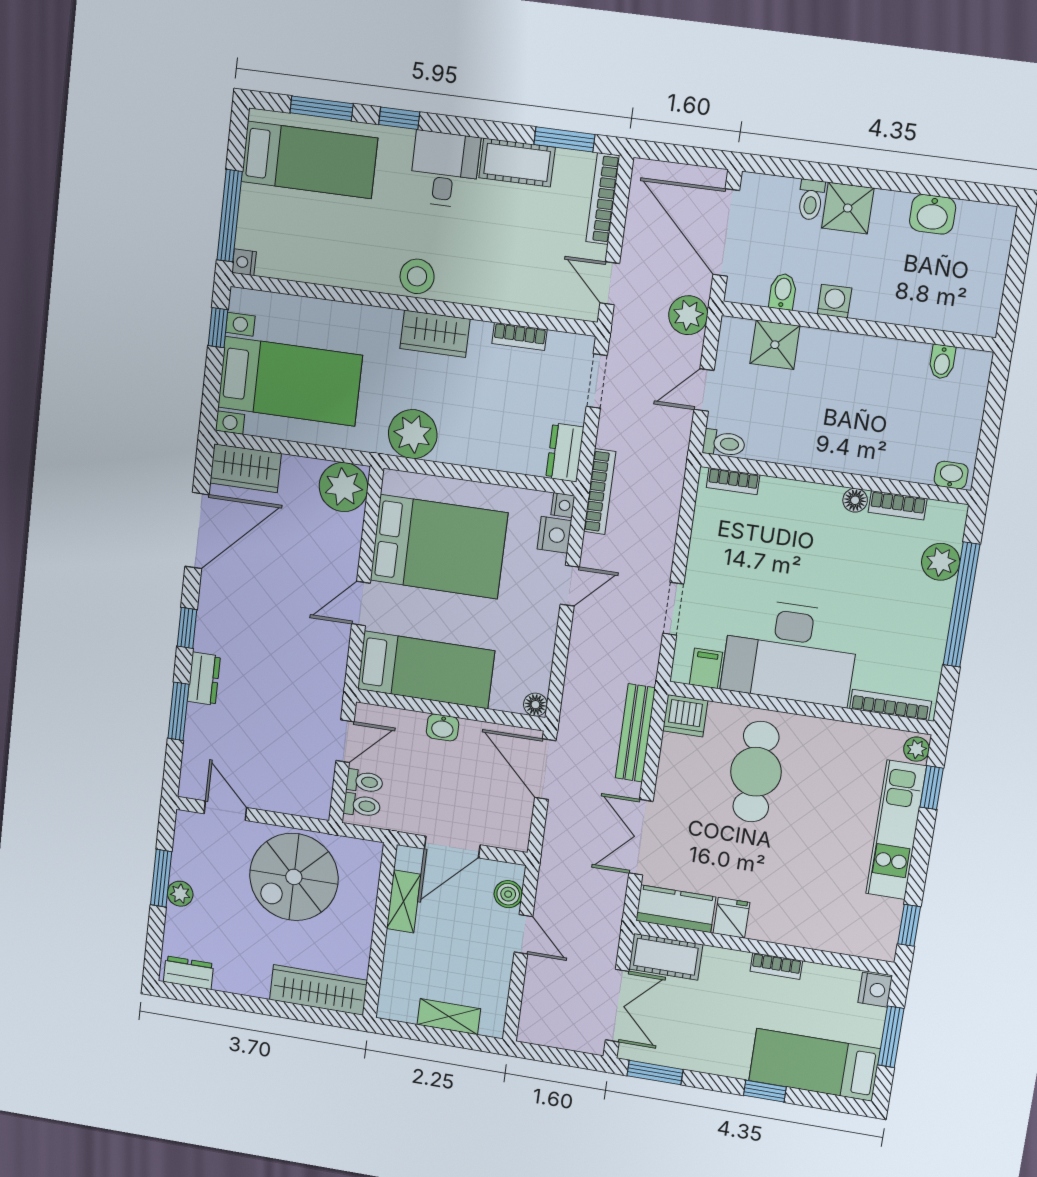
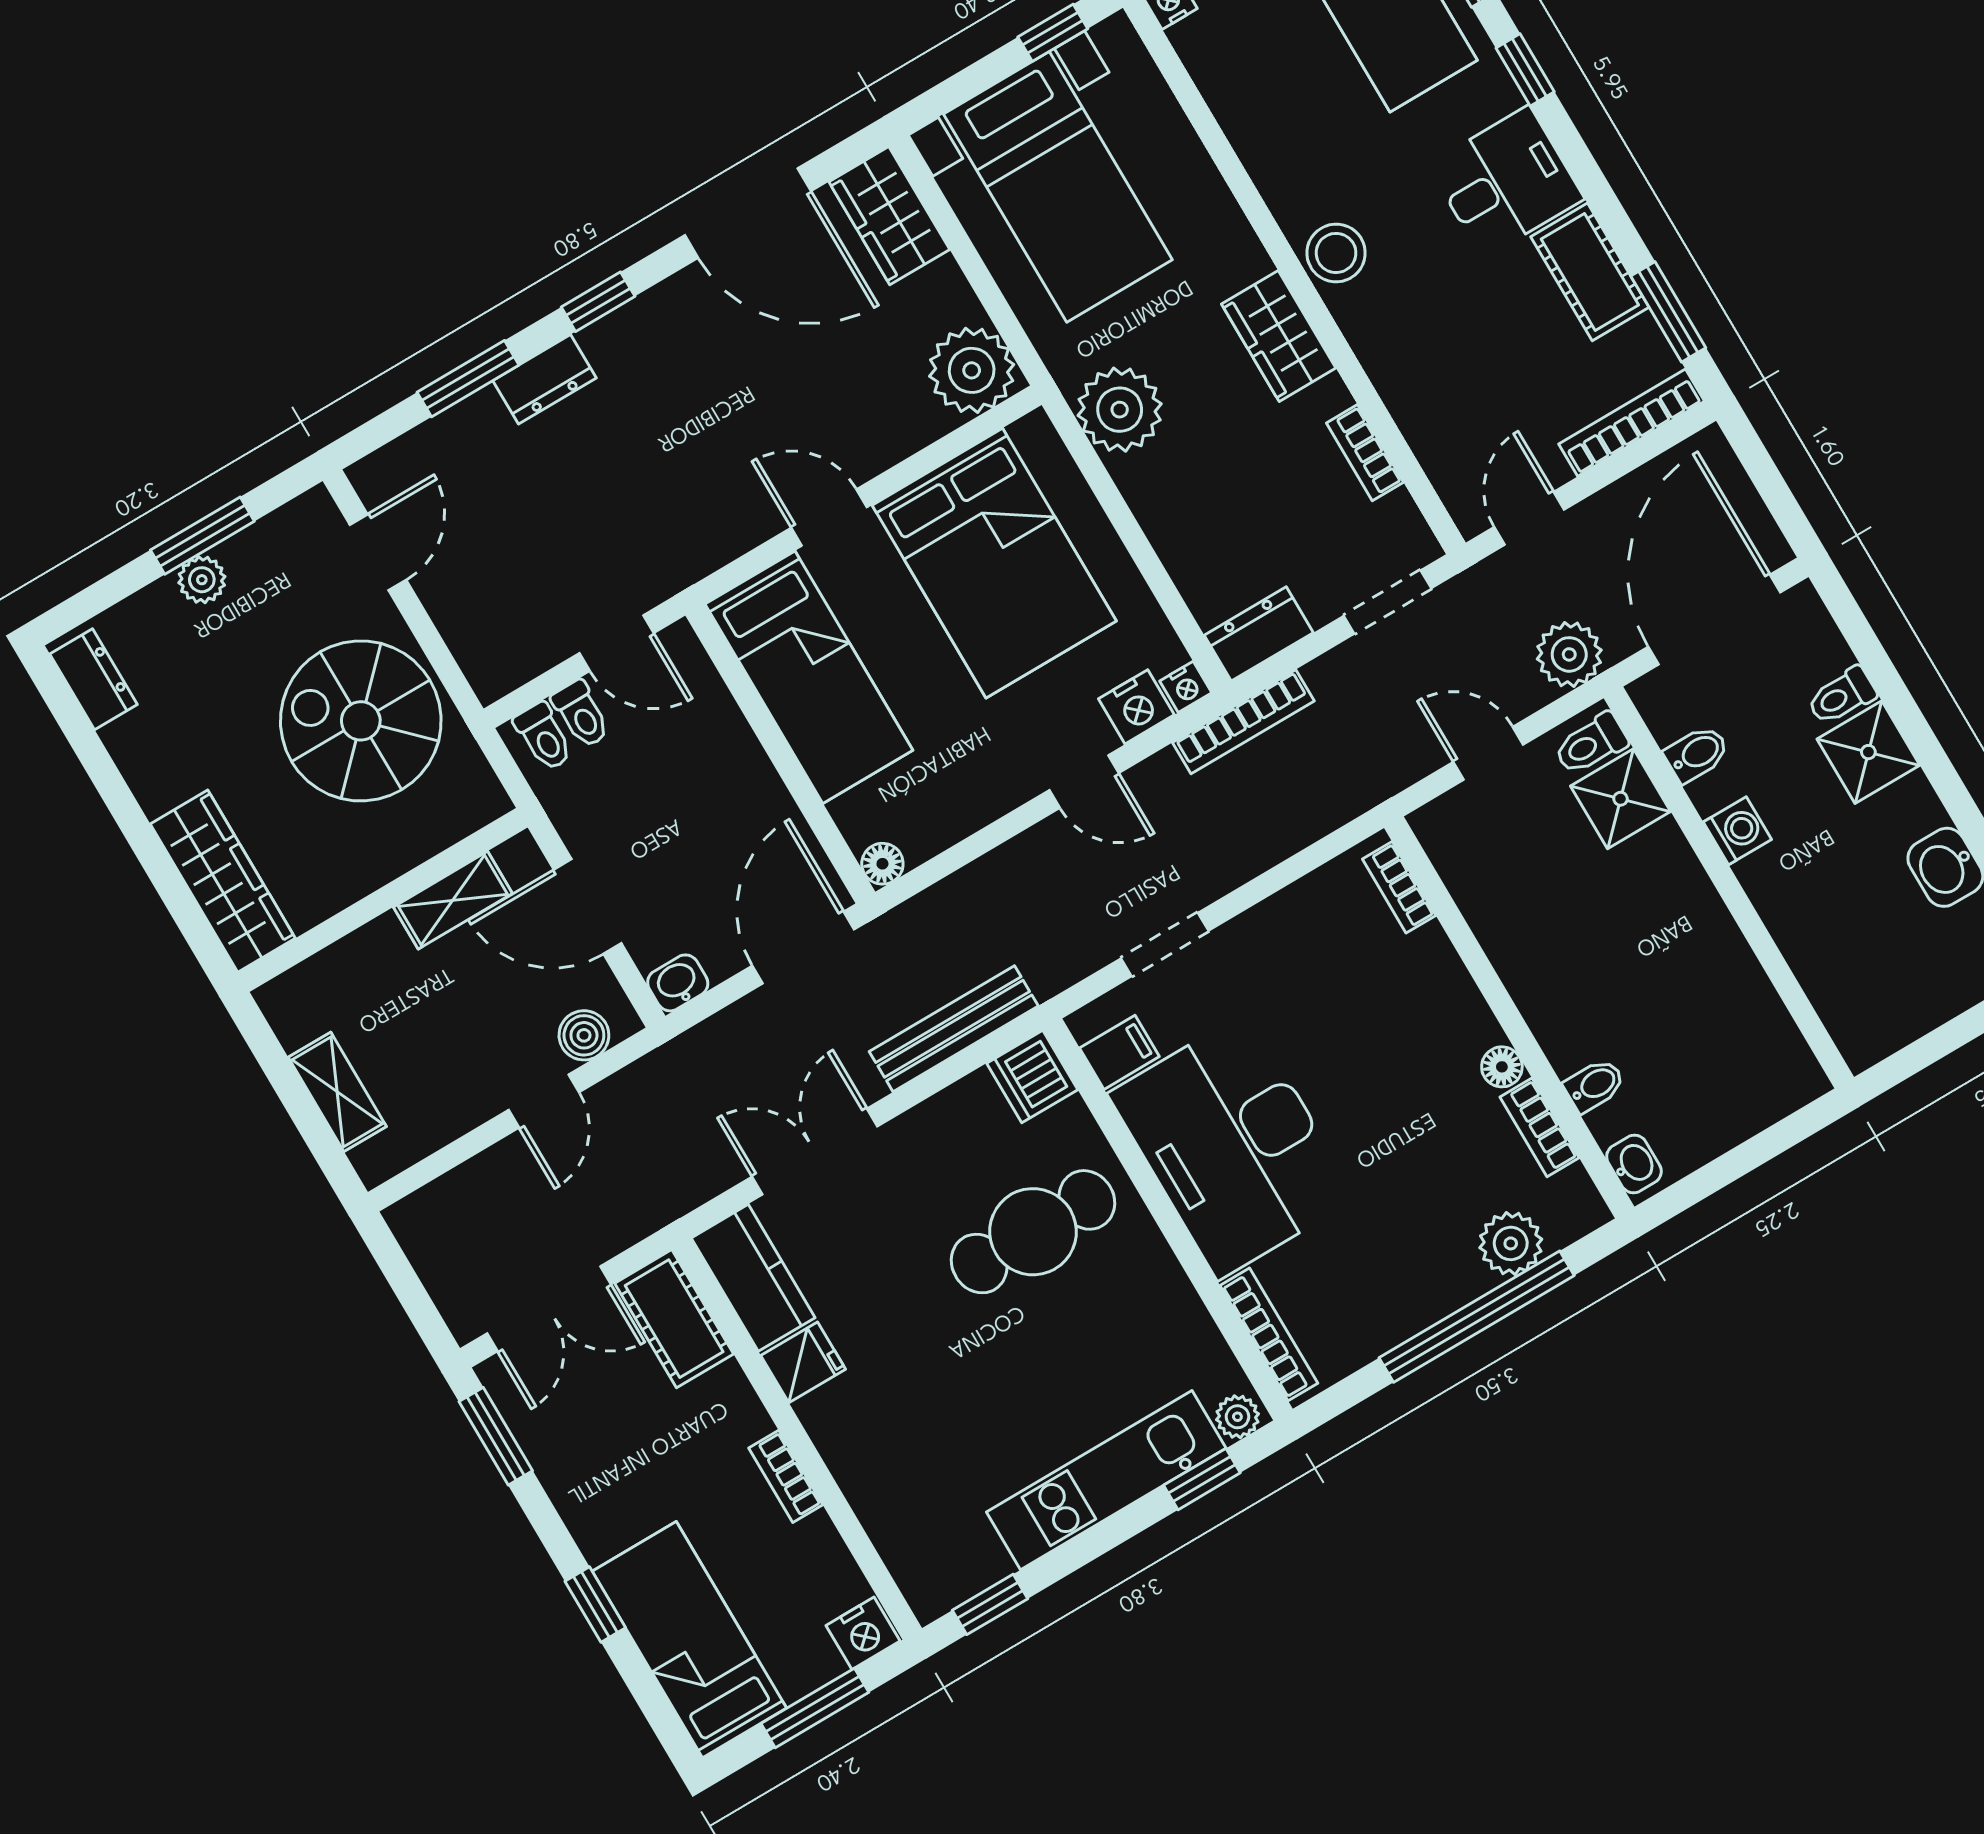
bidet: (942, 362) -> (1595, 1085), moved, turned 180
toilet: (724, 443) -> (1591, 744), moved, turned 90
washbasin: (443, 727) -> (678, 983), moved, turned 90

